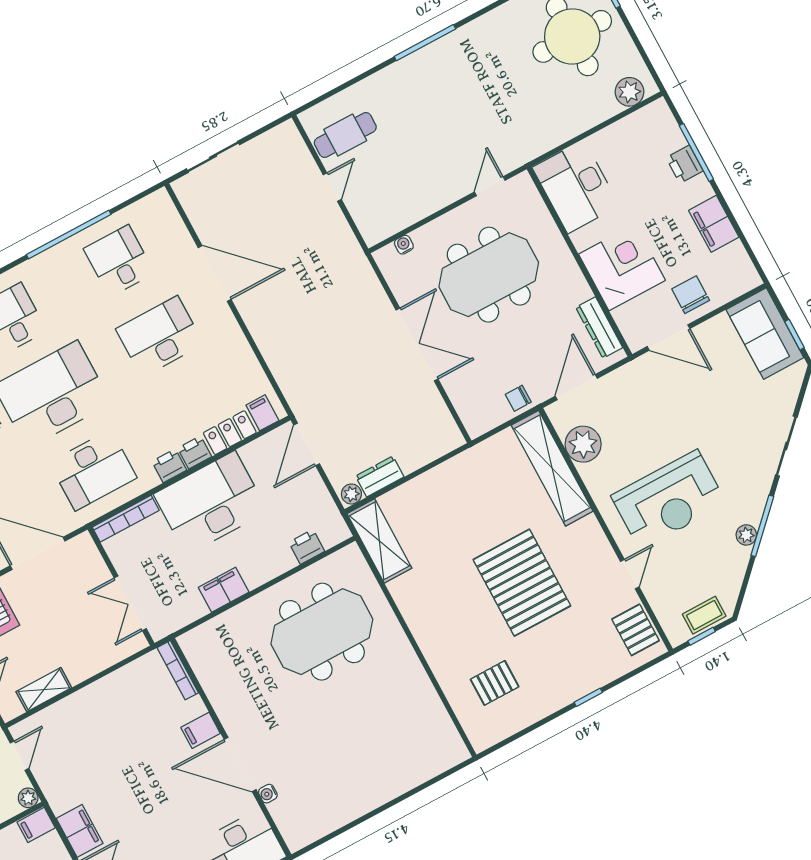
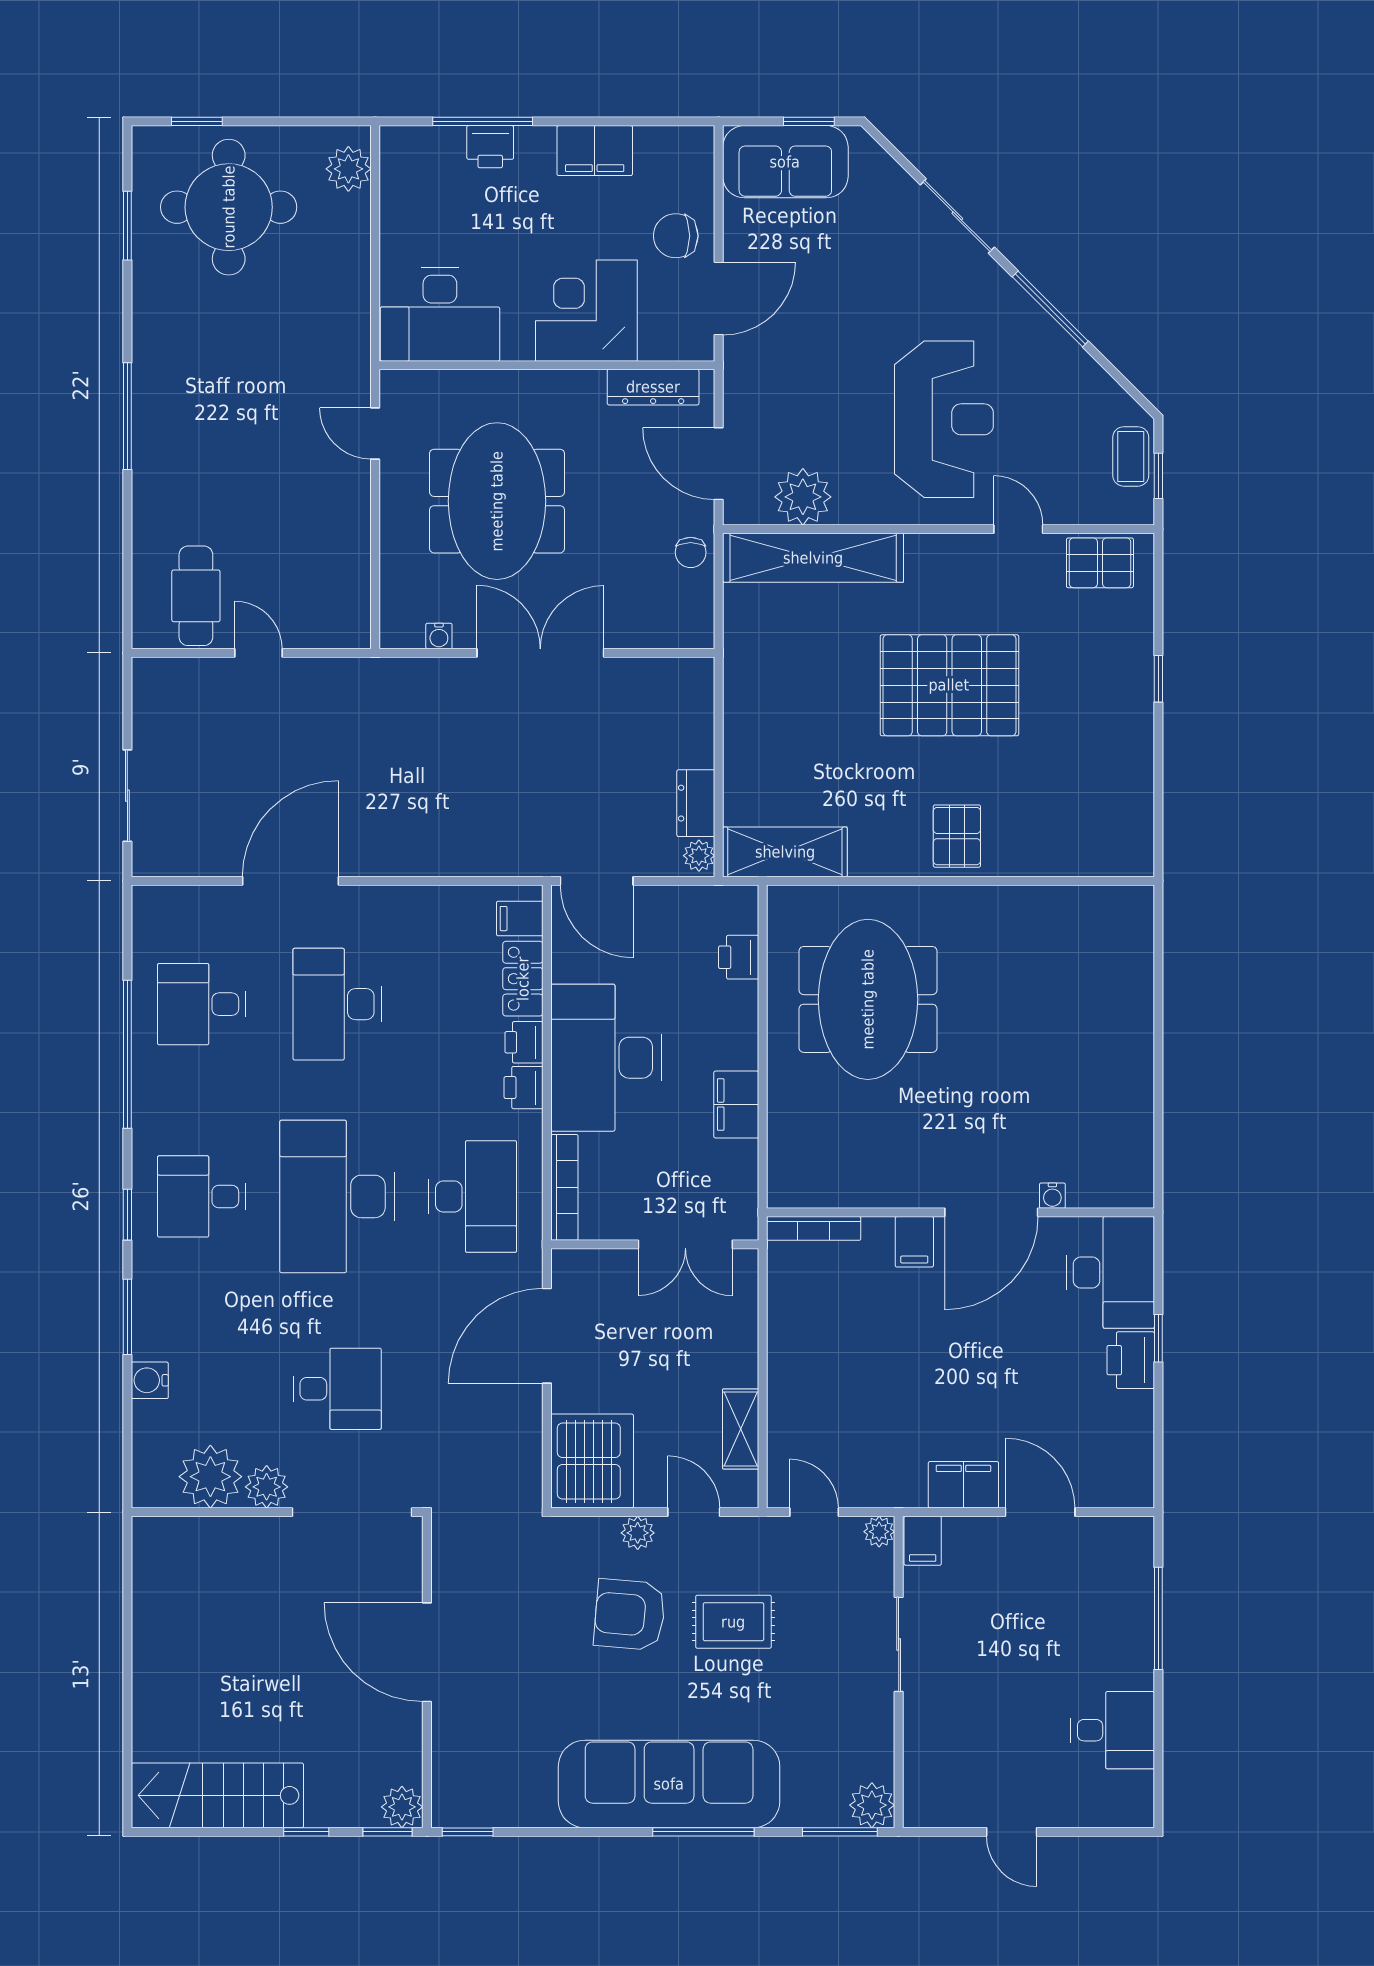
water cooler: (404, 245) -> (439, 636), moved, turned -90
plant: (746, 535) -> (1051, 338), removed
pallet: (495, 683) -> (957, 836), moved

